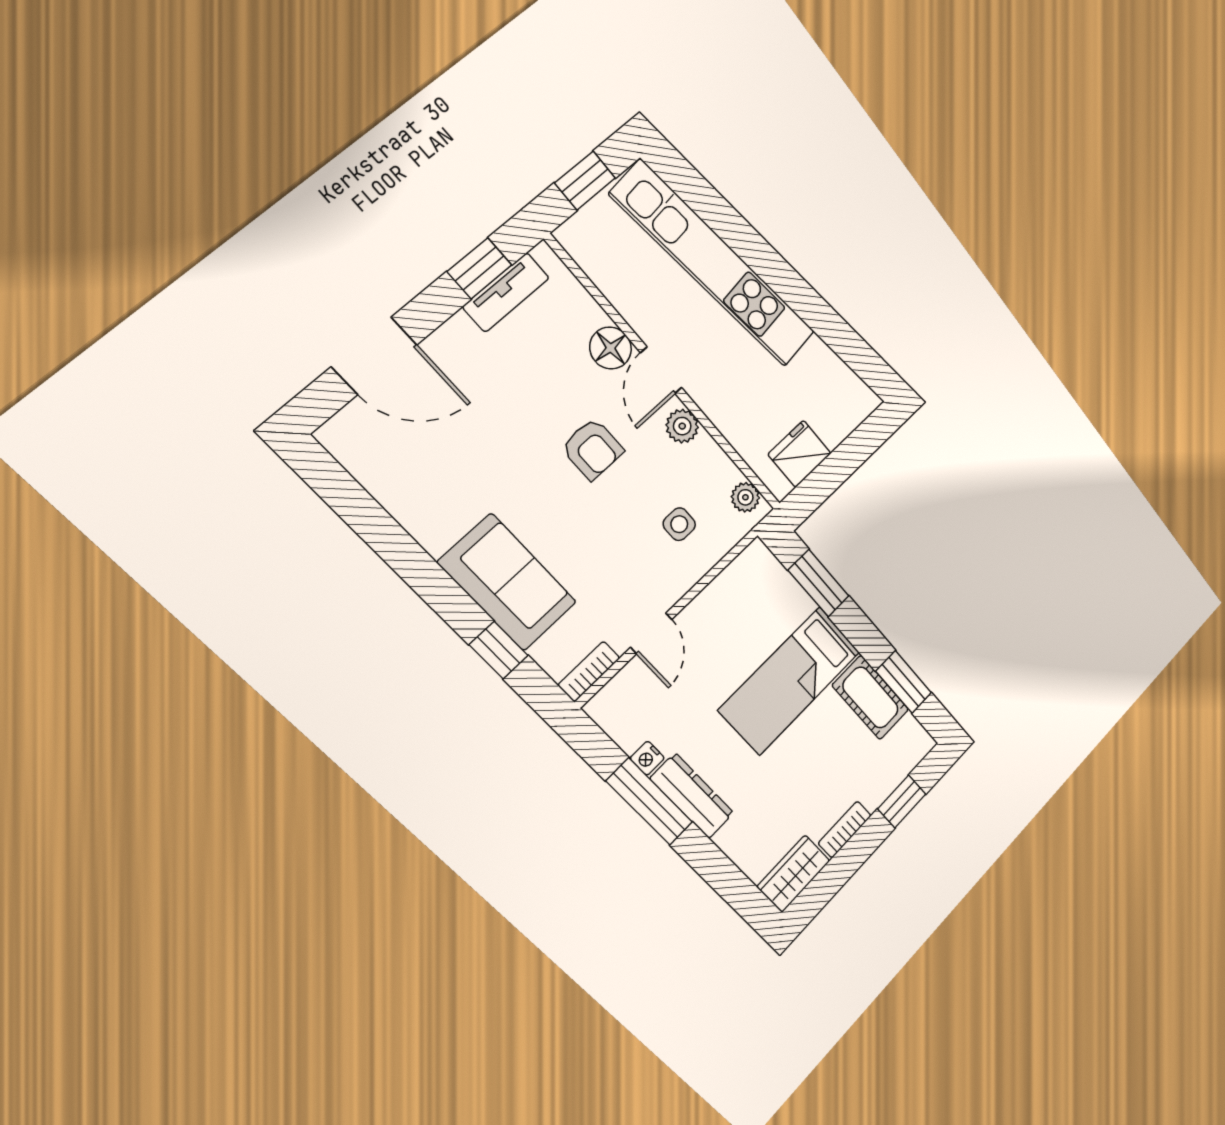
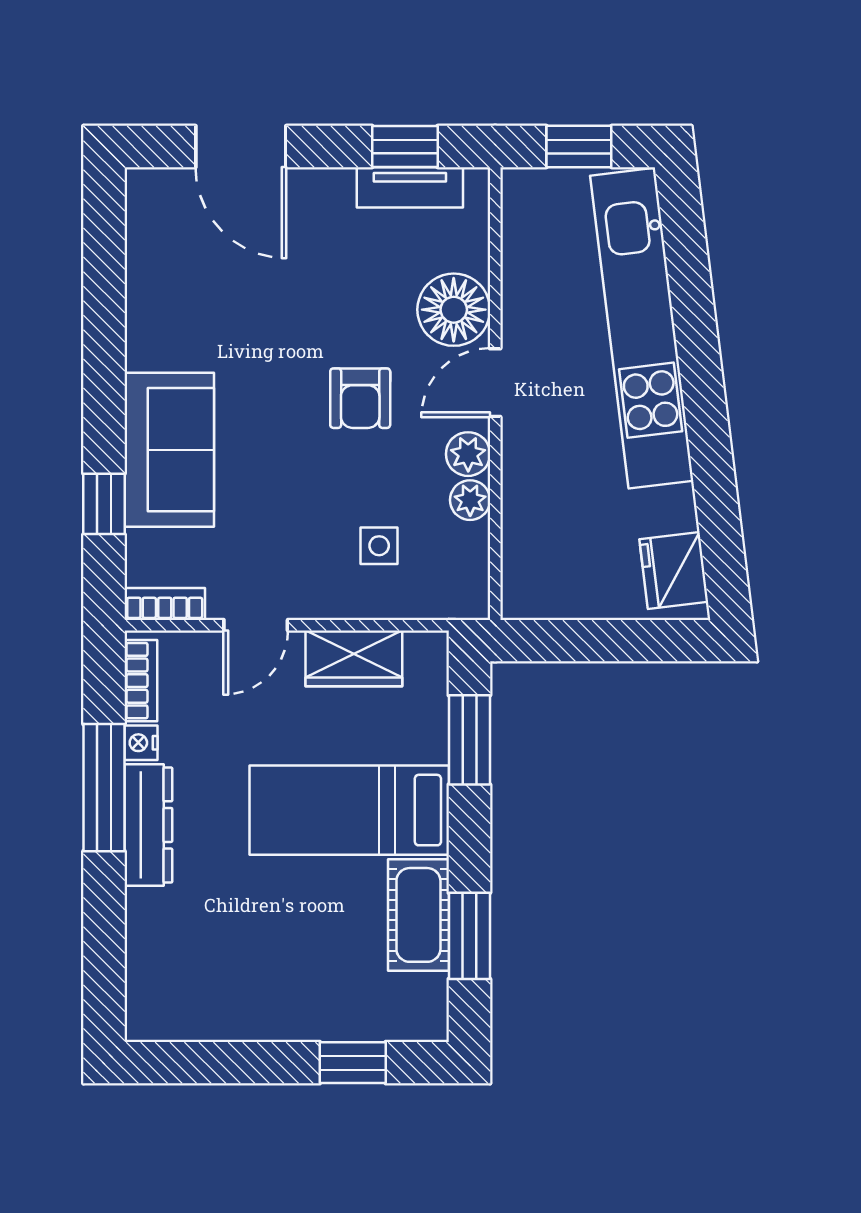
floor lamp: (611, 348) -> (454, 310), width x1.38, depth x1.38
fridge: (800, 454) -> (674, 570), moved, turned -97
plant: (745, 497) -> (470, 500), moved
bookcase: (845, 829) -> (141, 681), moved, turned 90
wardrobe: (794, 874) -> (354, 658), moved, turned 180

